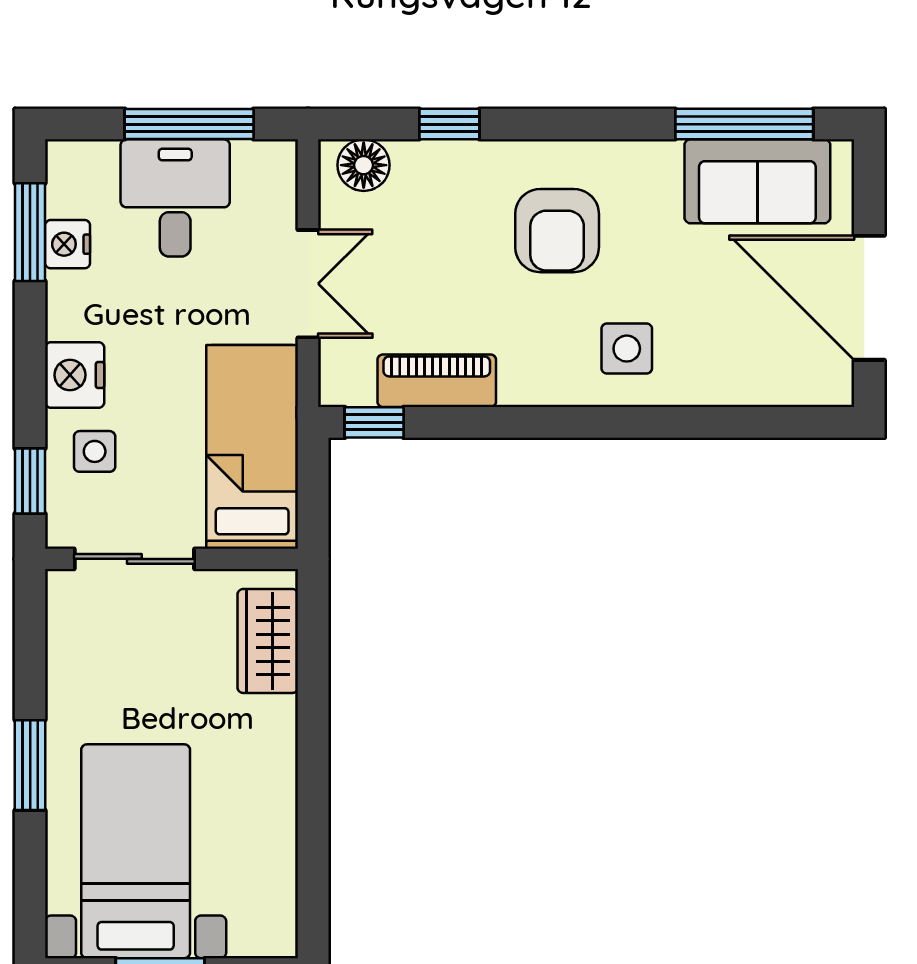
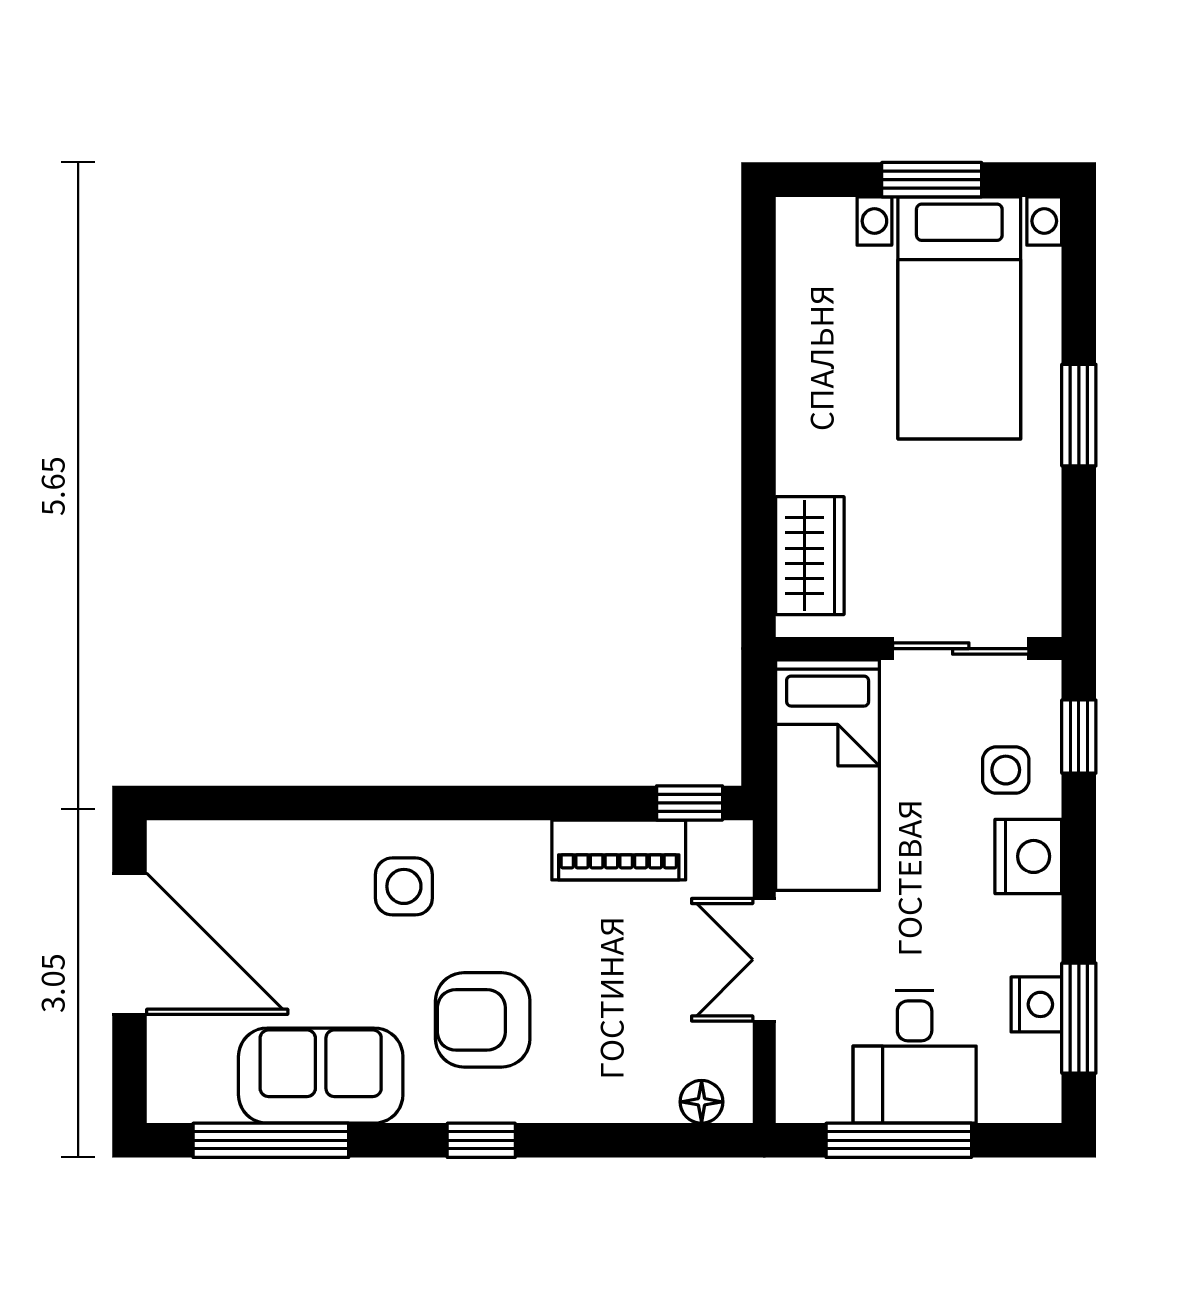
window: (449, 124) -> (481, 1140), moved
floor lamp: (364, 165) -> (702, 1102), width x0.73, depth x0.73
sofa: (757, 181) -> (321, 1076), moved
armchair: (557, 231) -> (483, 1020), turned -90

